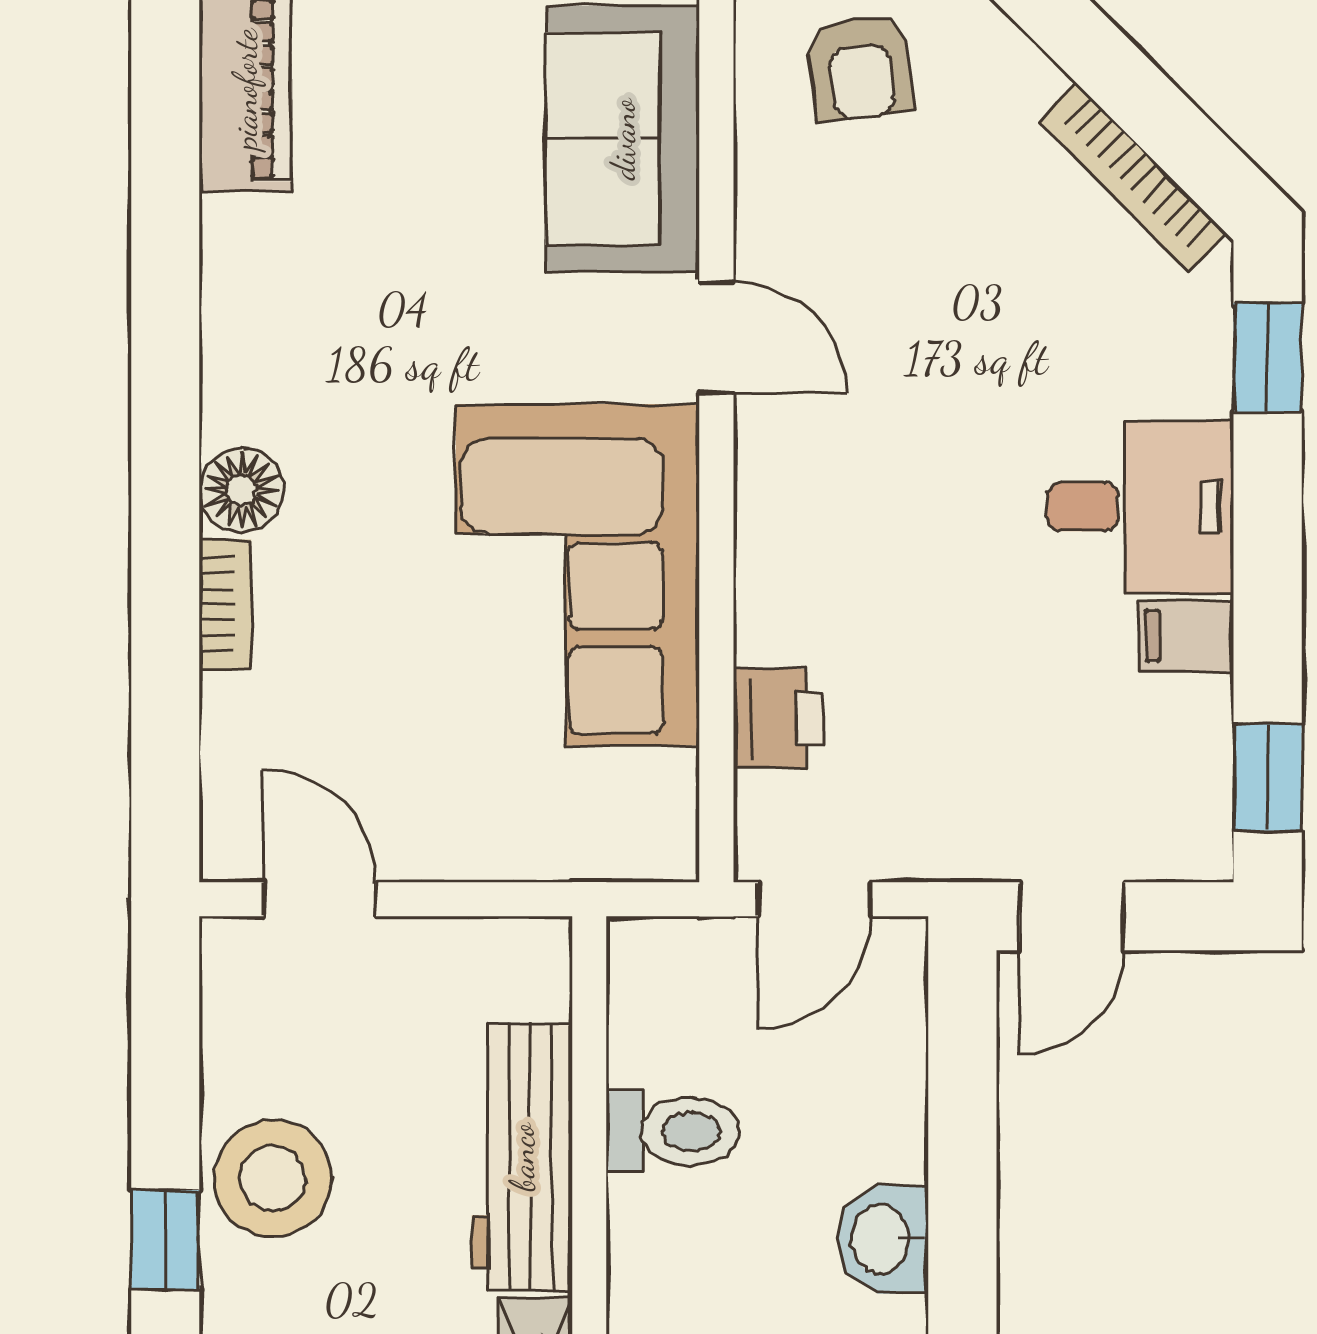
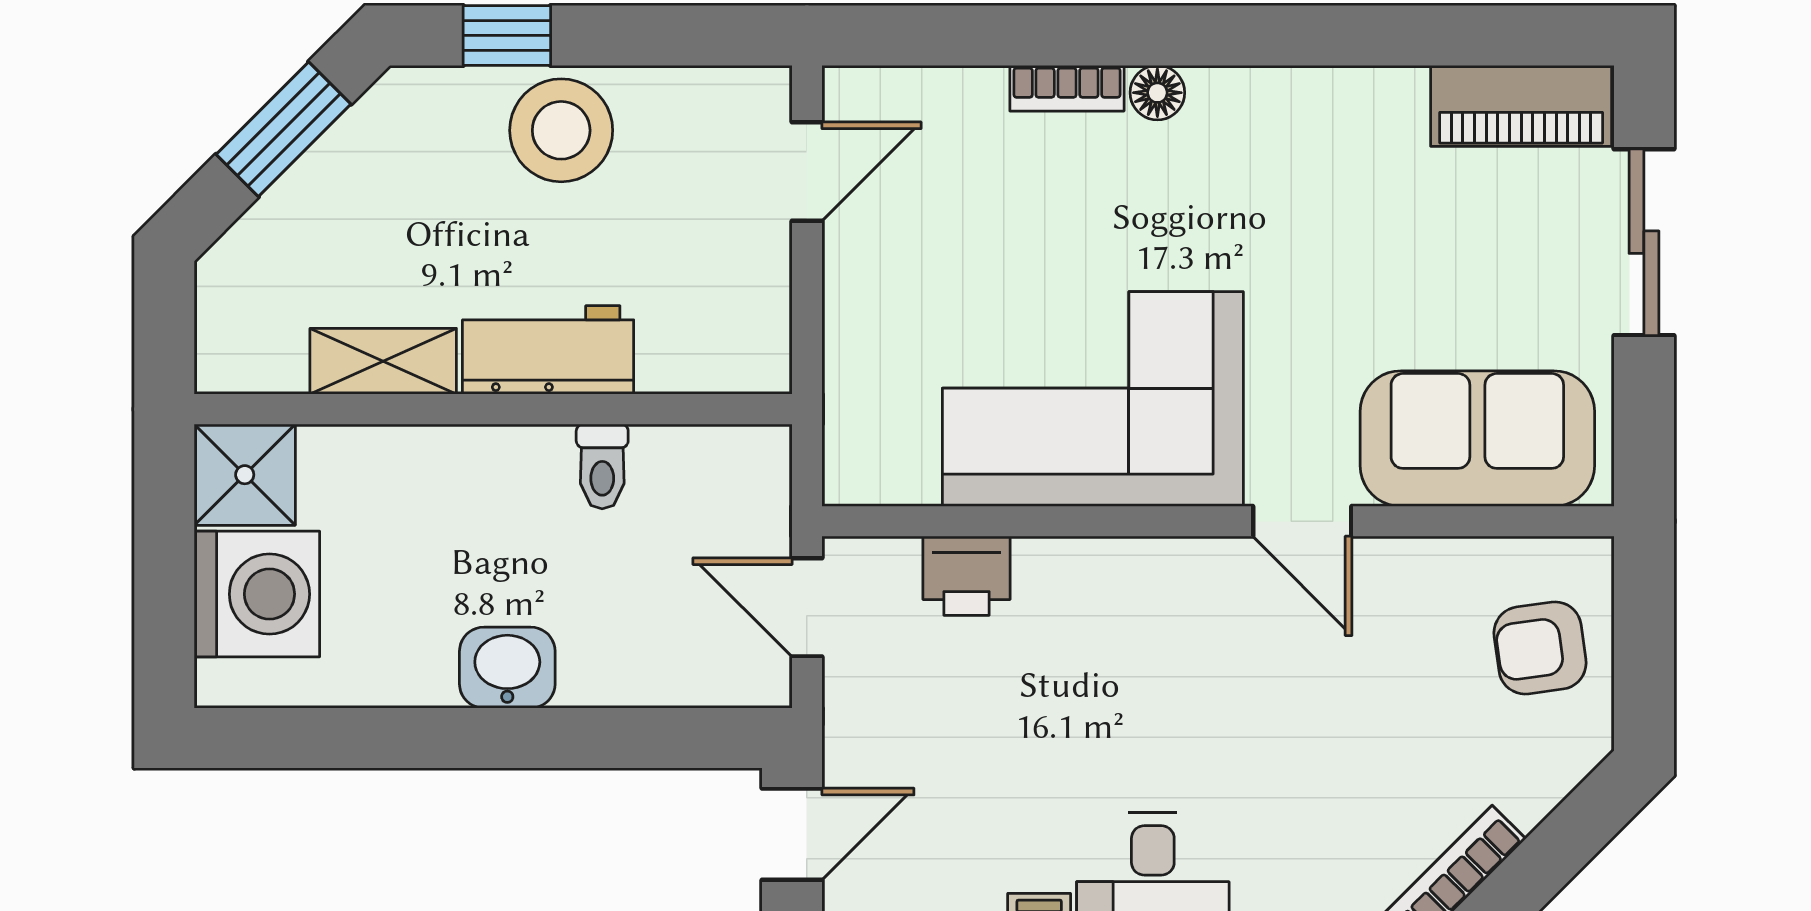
door: (716, 337) -> (1302, 521), hinge flipped
floor lamp: (242, 490) -> (1157, 93), width x0.73, depth x0.73
door: (1072, 916) -> (792, 834), swing flipped
toilet: (673, 1132) -> (602, 466), width x0.73, depth x0.72
workbench: (522, 1157) -> (548, 350), width x0.73

